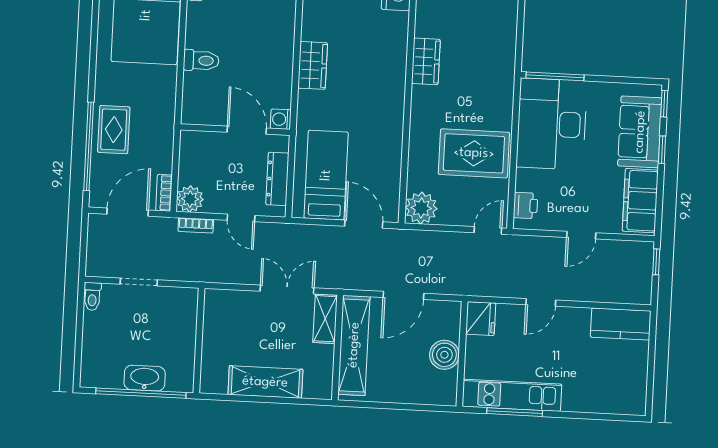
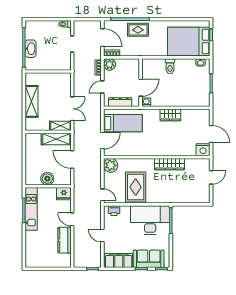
wardrobe: (426, 61) -> (170, 164), width x1.50
kitchen counter: (621, 324) -> (65, 240), moved
shelving: (354, 345) -> (56, 139), width x0.68

